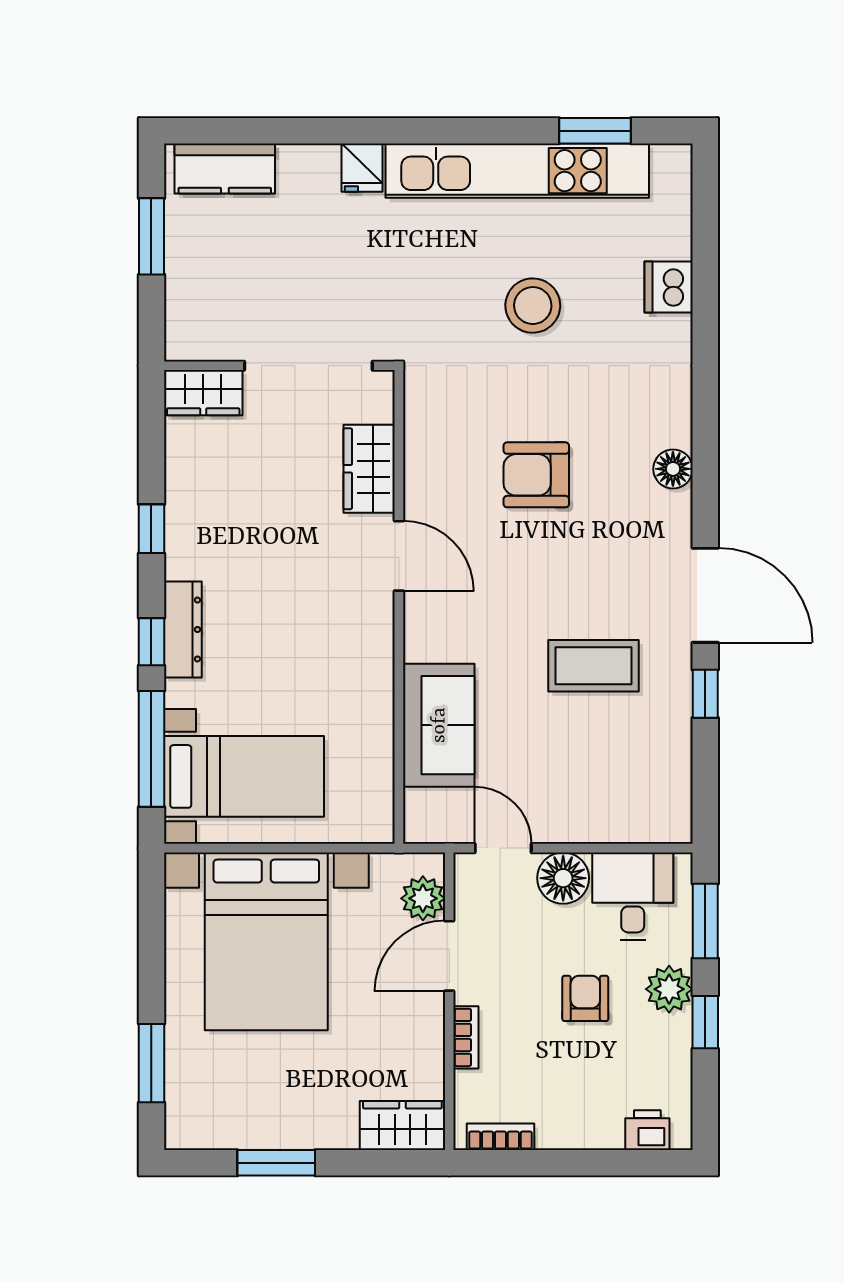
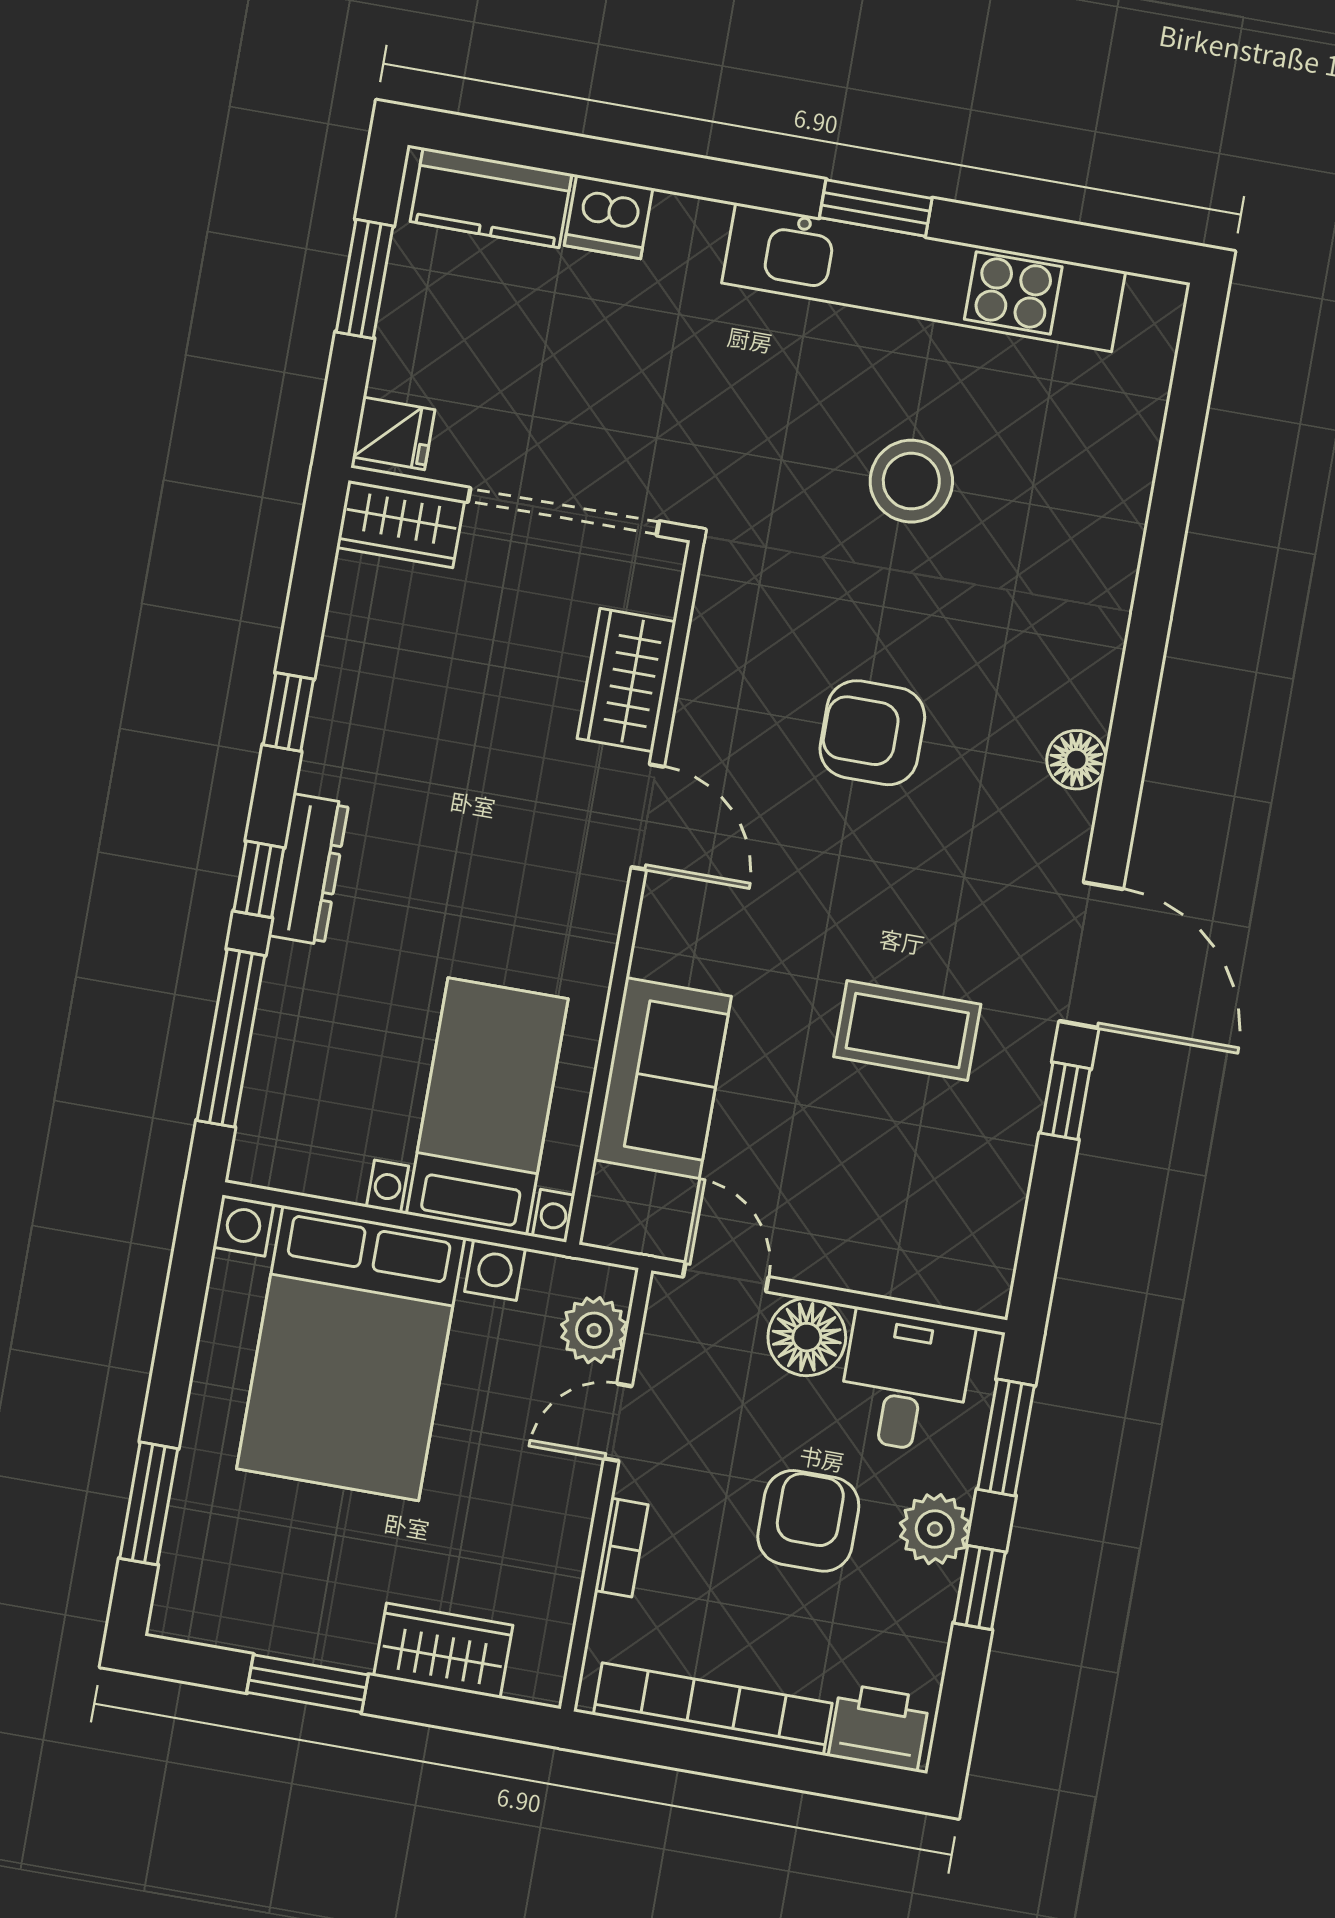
window: (595, 131) -> (876, 208), moved
fridge: (362, 168) -> (394, 433), moved, turned -90
dishwasher: (669, 287) -> (609, 217), moved, turned -90
bed with nightstands: (244, 776) -> (487, 1106), moved, turned -90
door: (449, 956) -> (618, 1422), width x0.73
armchair: (585, 998) -> (808, 1521), width x1.38, depth x1.38
wardrobe: (402, 1125) -> (443, 1651), moved
printer: (647, 1130) -> (879, 1727), width x1.36, depth x1.24
bookcase: (500, 1137) -> (713, 1709), width x2.31, depth x1.31

